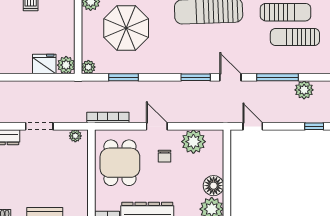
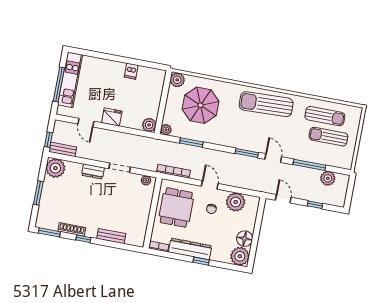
fridge: (44, 64) -> (112, 117), moved
window: (314, 126) -> (315, 205), moved

